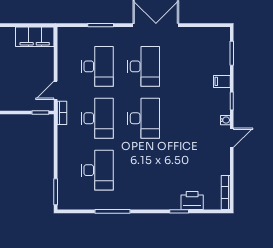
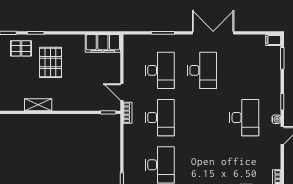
filing cabinet: (222, 81) -> (273, 40), moved
door: (56, 90) -> (122, 92), hinge flipped
desk: (144, 118) -> (244, 118), moved

